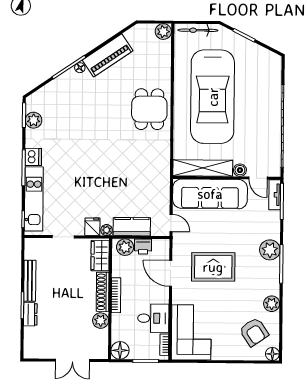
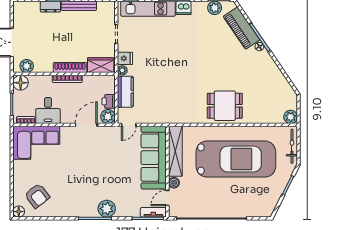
piano: (108, 55) -> (242, 28), moved
car: (213, 97) -> (236, 159), turned 180
plant: (125, 247) -> (108, 117), moved
rug: (213, 267) -> (92, 161), removed
plant: (272, 304) -> (61, 211), removed
plant: (101, 321) -> (27, 66), moved
armchair: (254, 332) -> (37, 196), turned -94

